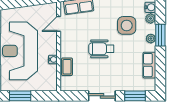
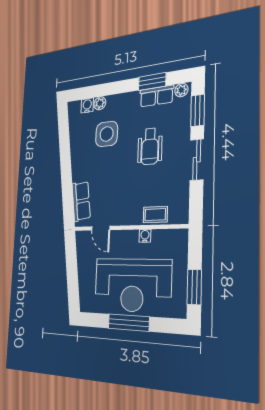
window: (160, 35) -> (152, 82), moved
plant: (151, 39) -> (181, 90), moved
wheelchair: (101, 49) -> (150, 146), moved

